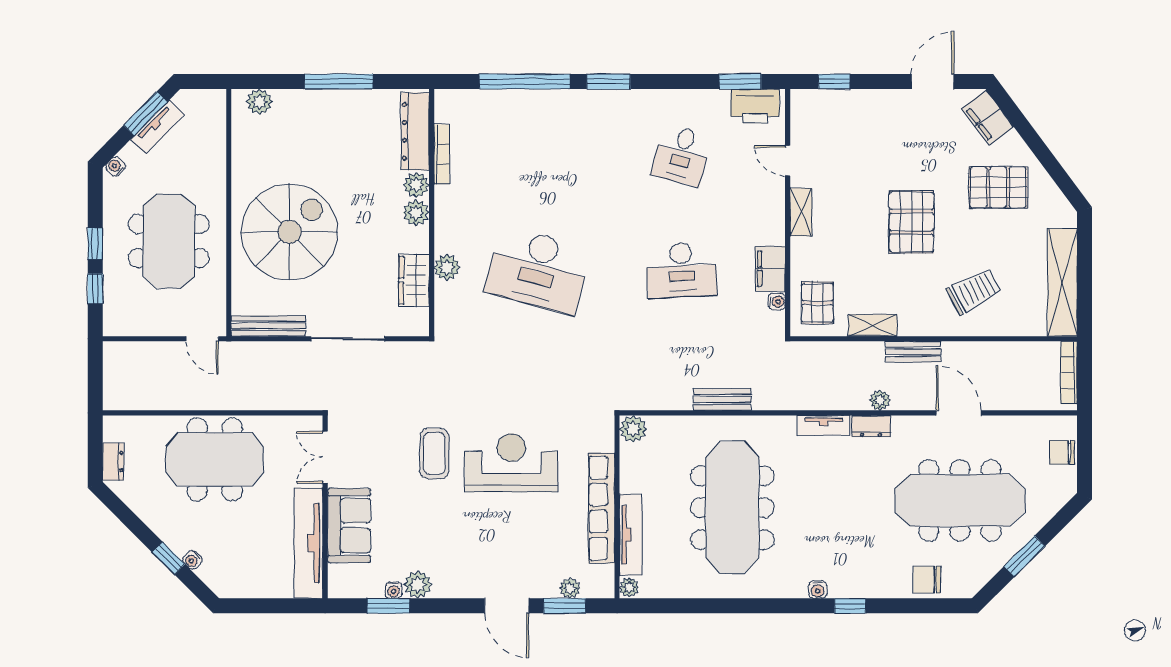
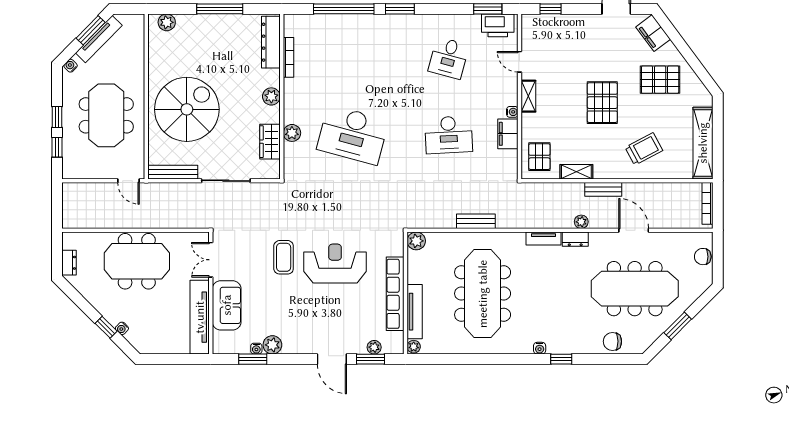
tv unit: (158, 127) -> (99, 39), width x1.41
plant: (416, 185) -> (272, 78), removed
water cooler: (777, 302) -> (512, 112), moved

